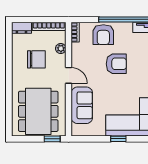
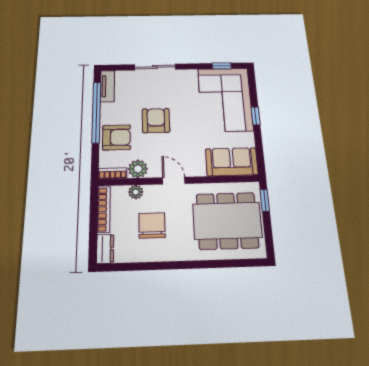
plant: (78, 50) -> (138, 169), added
door: (69, 75) -> (174, 181), hinge flipped
sofa: (82, 105) -> (232, 162), moved

